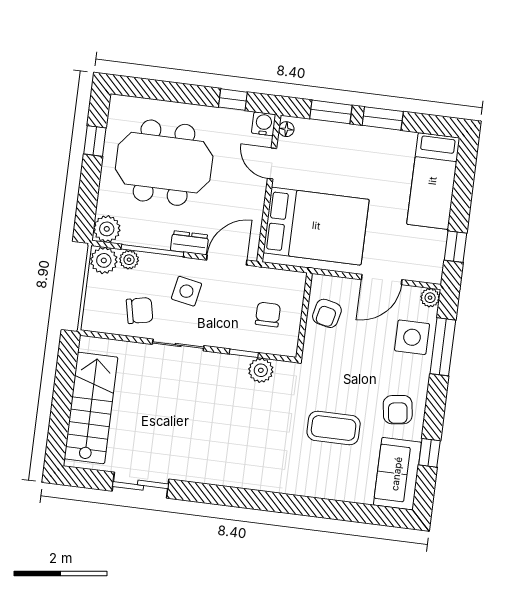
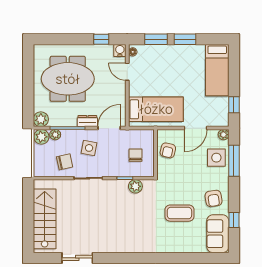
window: (95, 141) -> (28, 72), removed
bed: (316, 226) -> (156, 109), width x0.67

